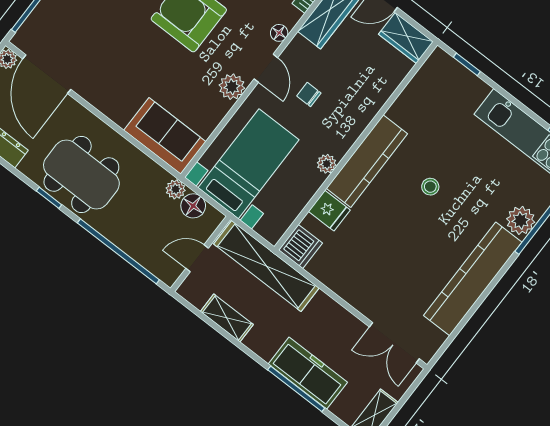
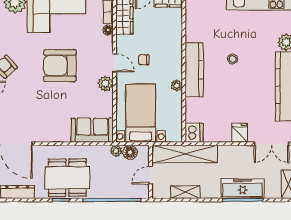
floor lamp: (279, 33) -> (108, 30), moved
fridge: (329, 211) -> (240, 133), moved, turned -90

